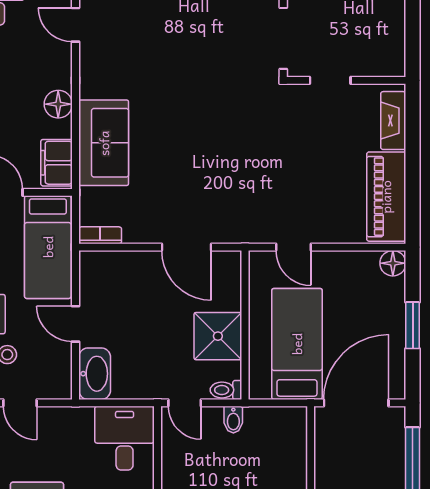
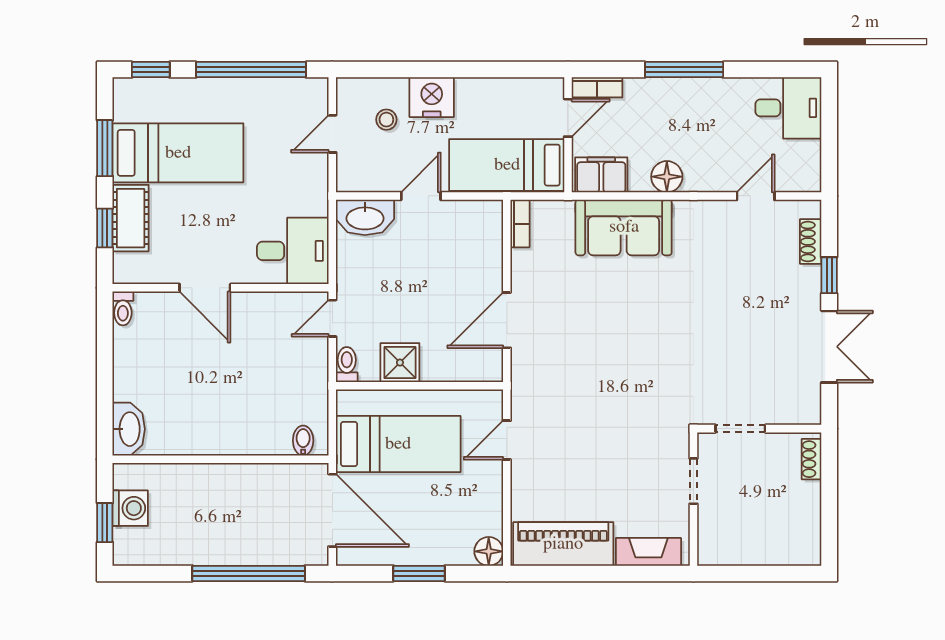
doorway: (283, 38) -> (740, 429), width x0.73
shower: (218, 336) -> (400, 363), width x0.73, depth x0.73
bidet: (233, 420) -> (303, 441), moved, turned 90

